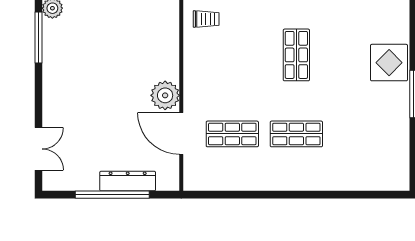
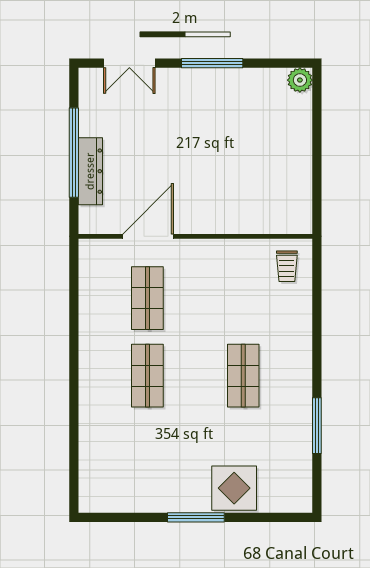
window: (38, 38) -> (212, 63), moved
shop shelf: (296, 55) -> (243, 376), turned 90
plant: (165, 95) -> (194, 217), removed

